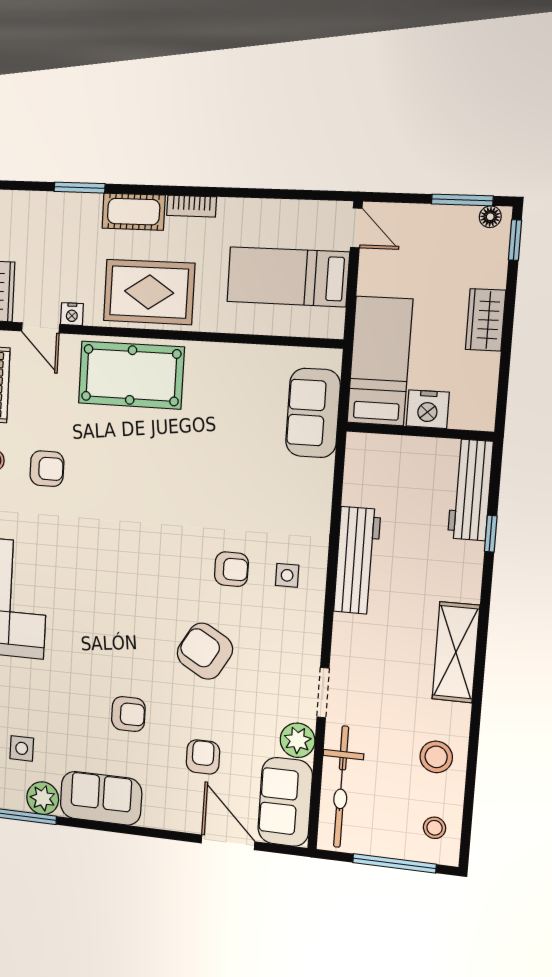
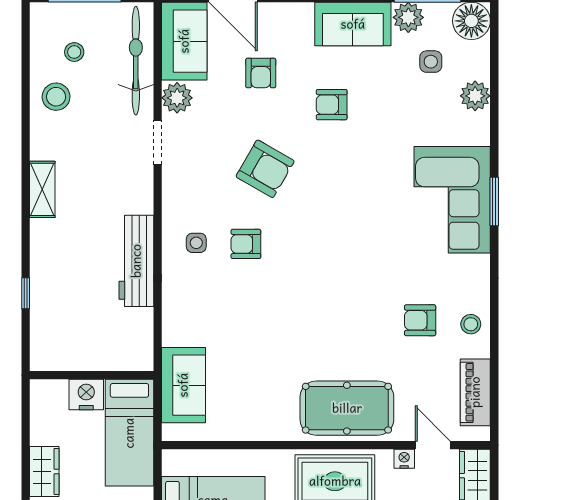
workbench: (470, 490) -> (45, 329), removed
shelving: (456, 652) -> (42, 189), width x0.67, depth x0.75
stool: (435, 828) -> (74, 52), moved

